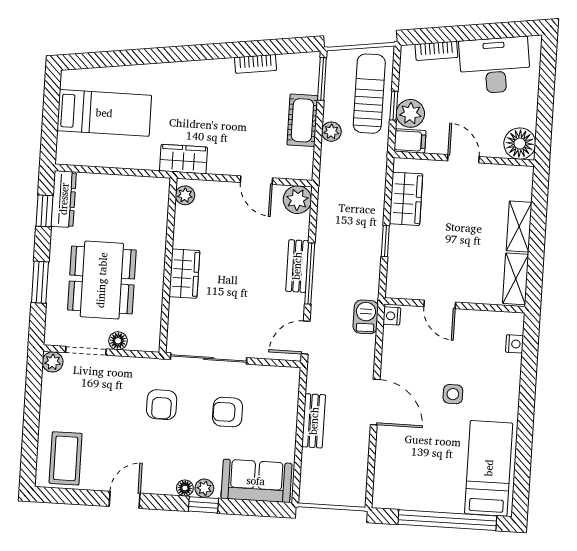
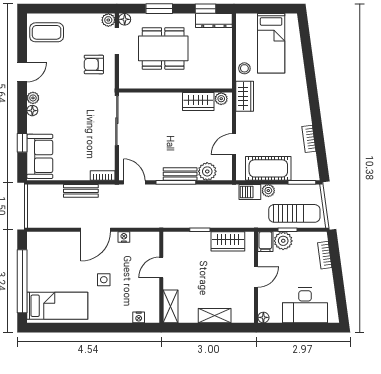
desk: (495, 65) -> (305, 305), moved, turned 98
cot: (302, 120) -> (268, 168), width x1.37, depth x1.34
floor lamp: (520, 144) -> (263, 317), width x0.53, depth x0.53
stool: (140, 157) -> (244, 68), added
plant: (297, 200) -> (207, 171), moved
wardrobe: (184, 274) -> (198, 101), moved
shelving: (516, 279) -> (170, 306), moved, turned 90
nightstand: (392, 316) -> (124, 237), moved
barbecue: (366, 317) -> (250, 192), moved, turned 180
floor lamp: (118, 341) -> (125, 19), moved
bookcase: (292, 386) -> (103, 176), added
armchair: (162, 405) -> (94, 64), moved
armchair: (228, 412) -> (83, 135), removed
plant: (204, 488) -> (33, 98), moved
door: (125, 500) -> (22, 72), hinge flipped
window: (203, 505) -> (22, 143), moved

